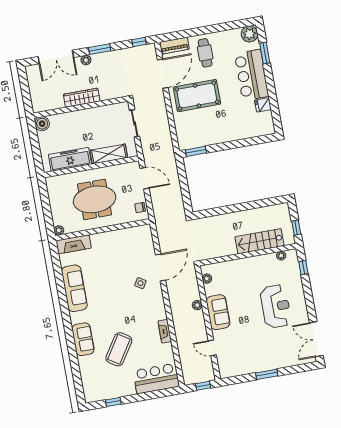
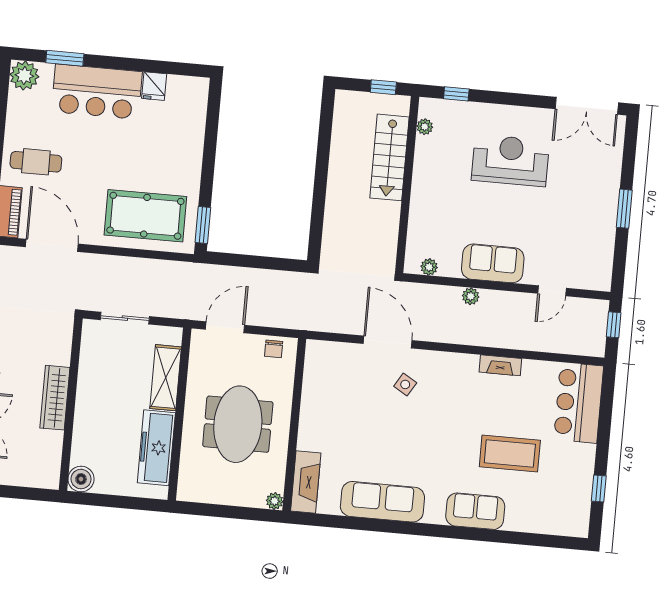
pool table: (197, 96) -> (145, 216), moved, turned 90
coffee table: (119, 349) -> (510, 454), turned -33

